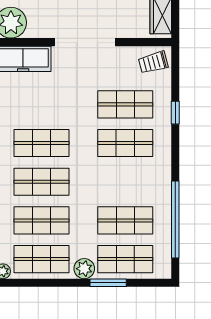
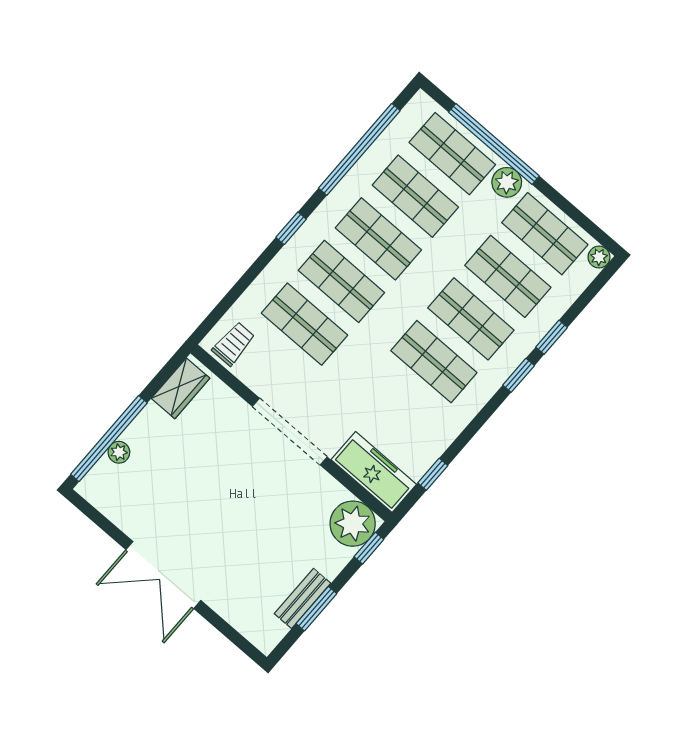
trolley: (153, 62) -> (234, 344), turned -75
window: (175, 113) -> (291, 228), moved
shop shelf: (125, 182) -> (378, 239), added
window: (108, 283) -> (494, 144), width x2.11

